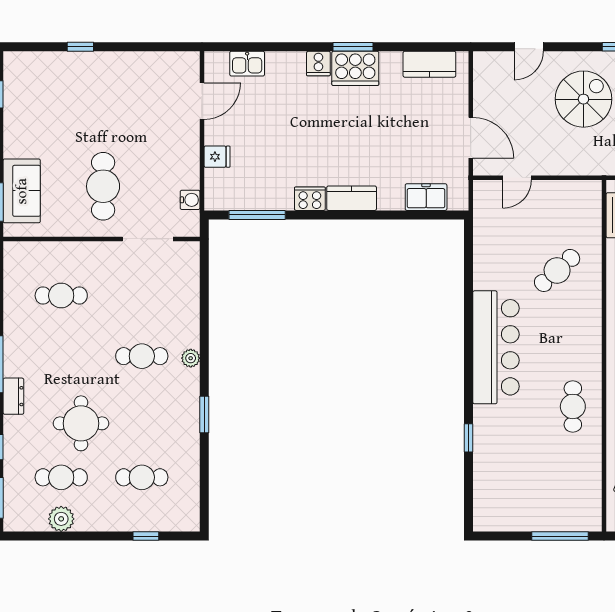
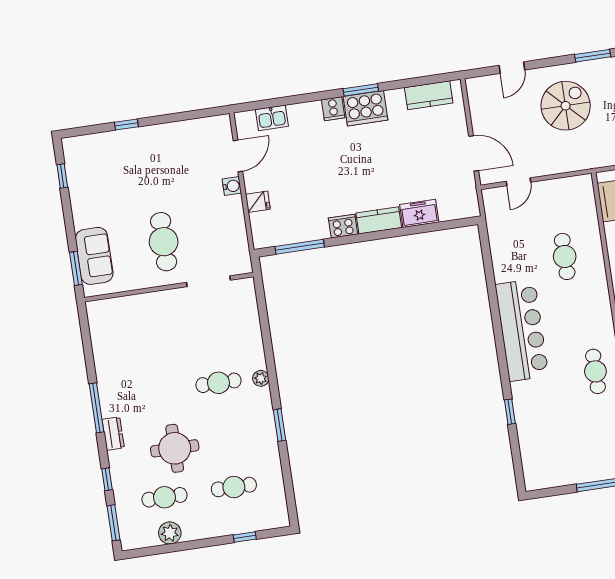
freezer: (426, 197) -> (419, 213), moved
water cooler: (190, 200) -> (232, 186), moved
cafe table: (557, 270) -> (565, 256), turned -48
cafe table: (61, 296) -> (141, 341), removed

